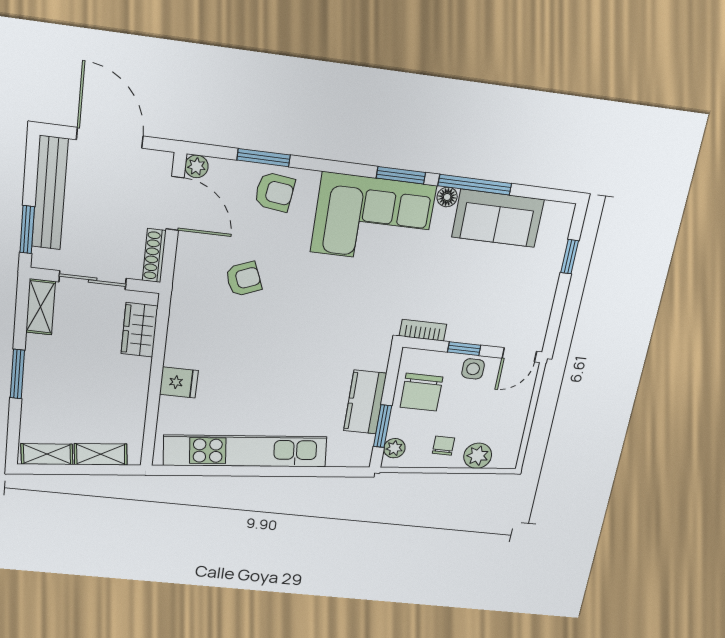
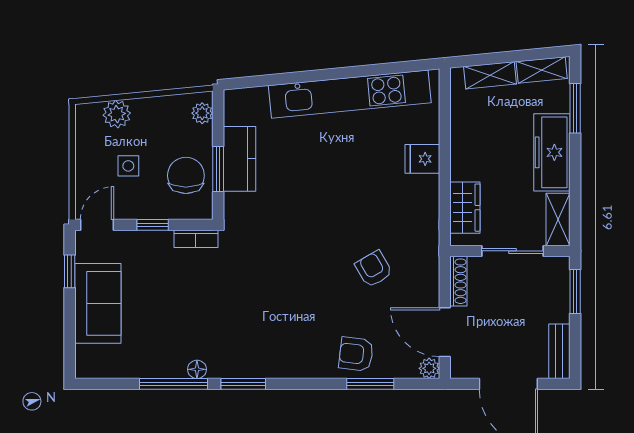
bench: (50, 193) -> (559, 351), width x0.54, depth x0.82
sofa: (498, 218) -> (98, 303), moved, turned 90
corner sofa: (373, 219) -> (262, 340), removed
window: (570, 257) -> (70, 271), moved
armchair: (244, 279) -> (374, 269), turned 82
side table: (473, 369) -> (128, 166), moved
window: (17, 374) -> (575, 108), moved
freezer: (42, 374) -> (552, 152), added
window: (383, 426) -> (218, 169), moved
chair: (443, 446) -> (153, 121), removed

